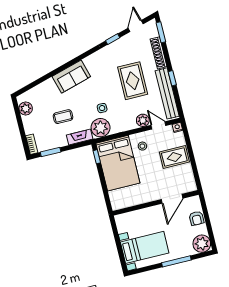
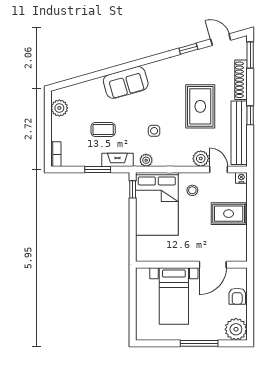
door: (136, 26) -> (221, 40), hinge flipped
plant: (101, 128) -> (146, 160), width x0.53, depth x0.53
window: (51, 152) -> (98, 169), moved
bed with nightstands: (145, 247) -> (174, 296), moved, turned 90

